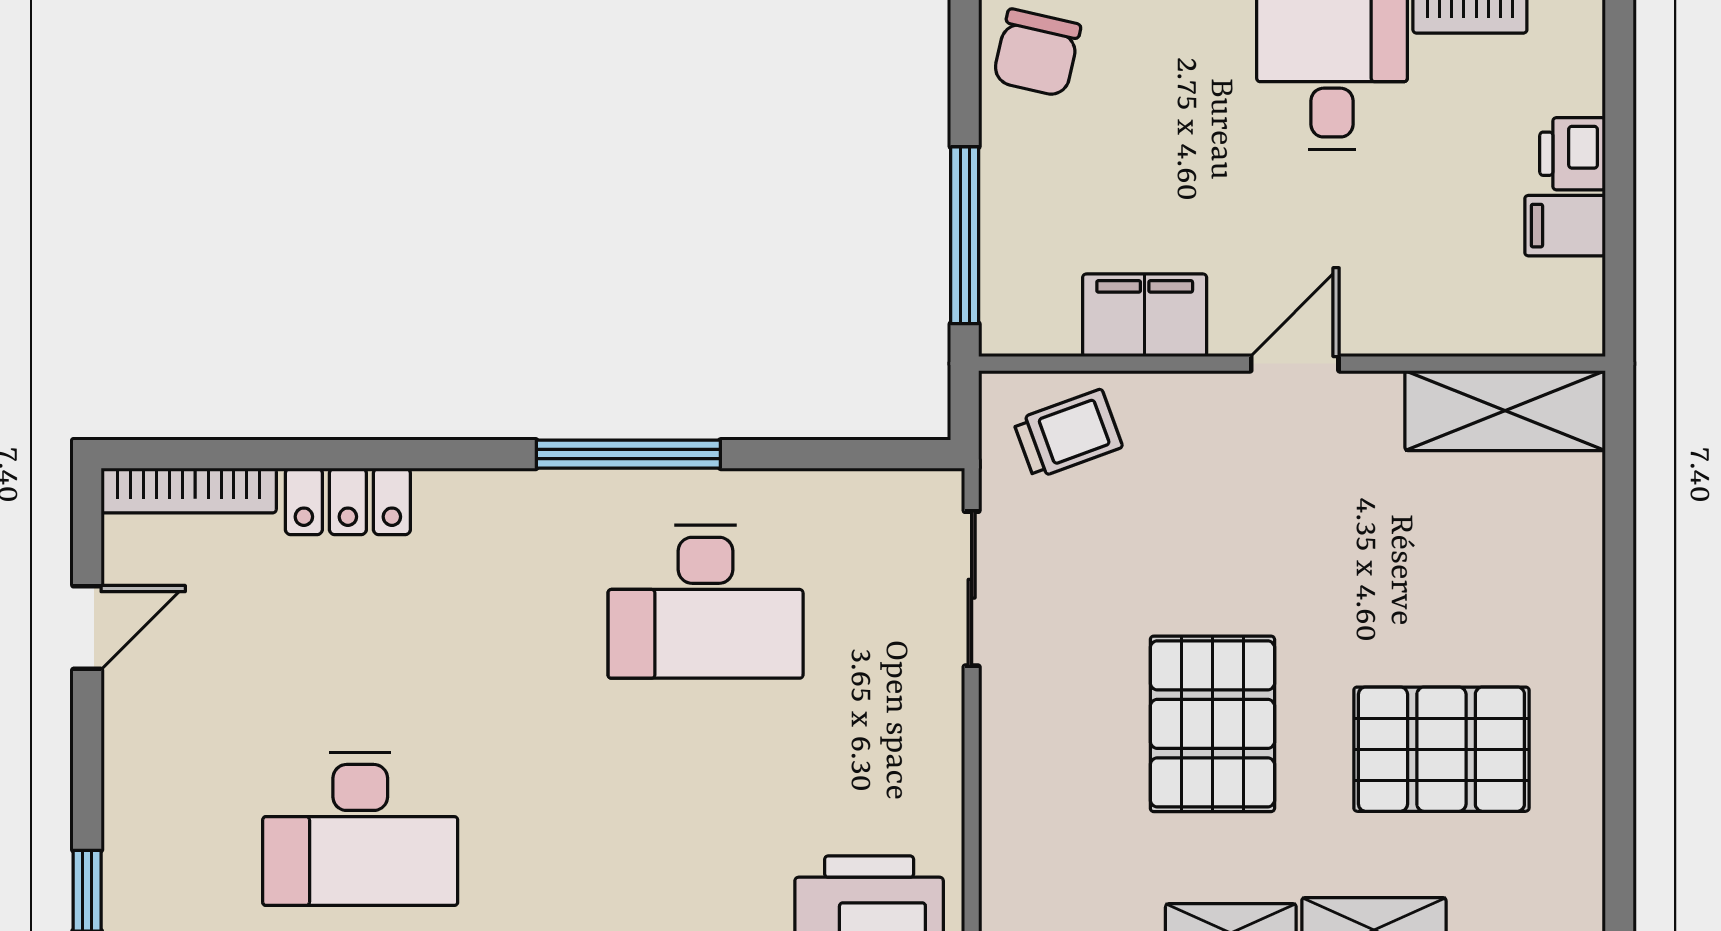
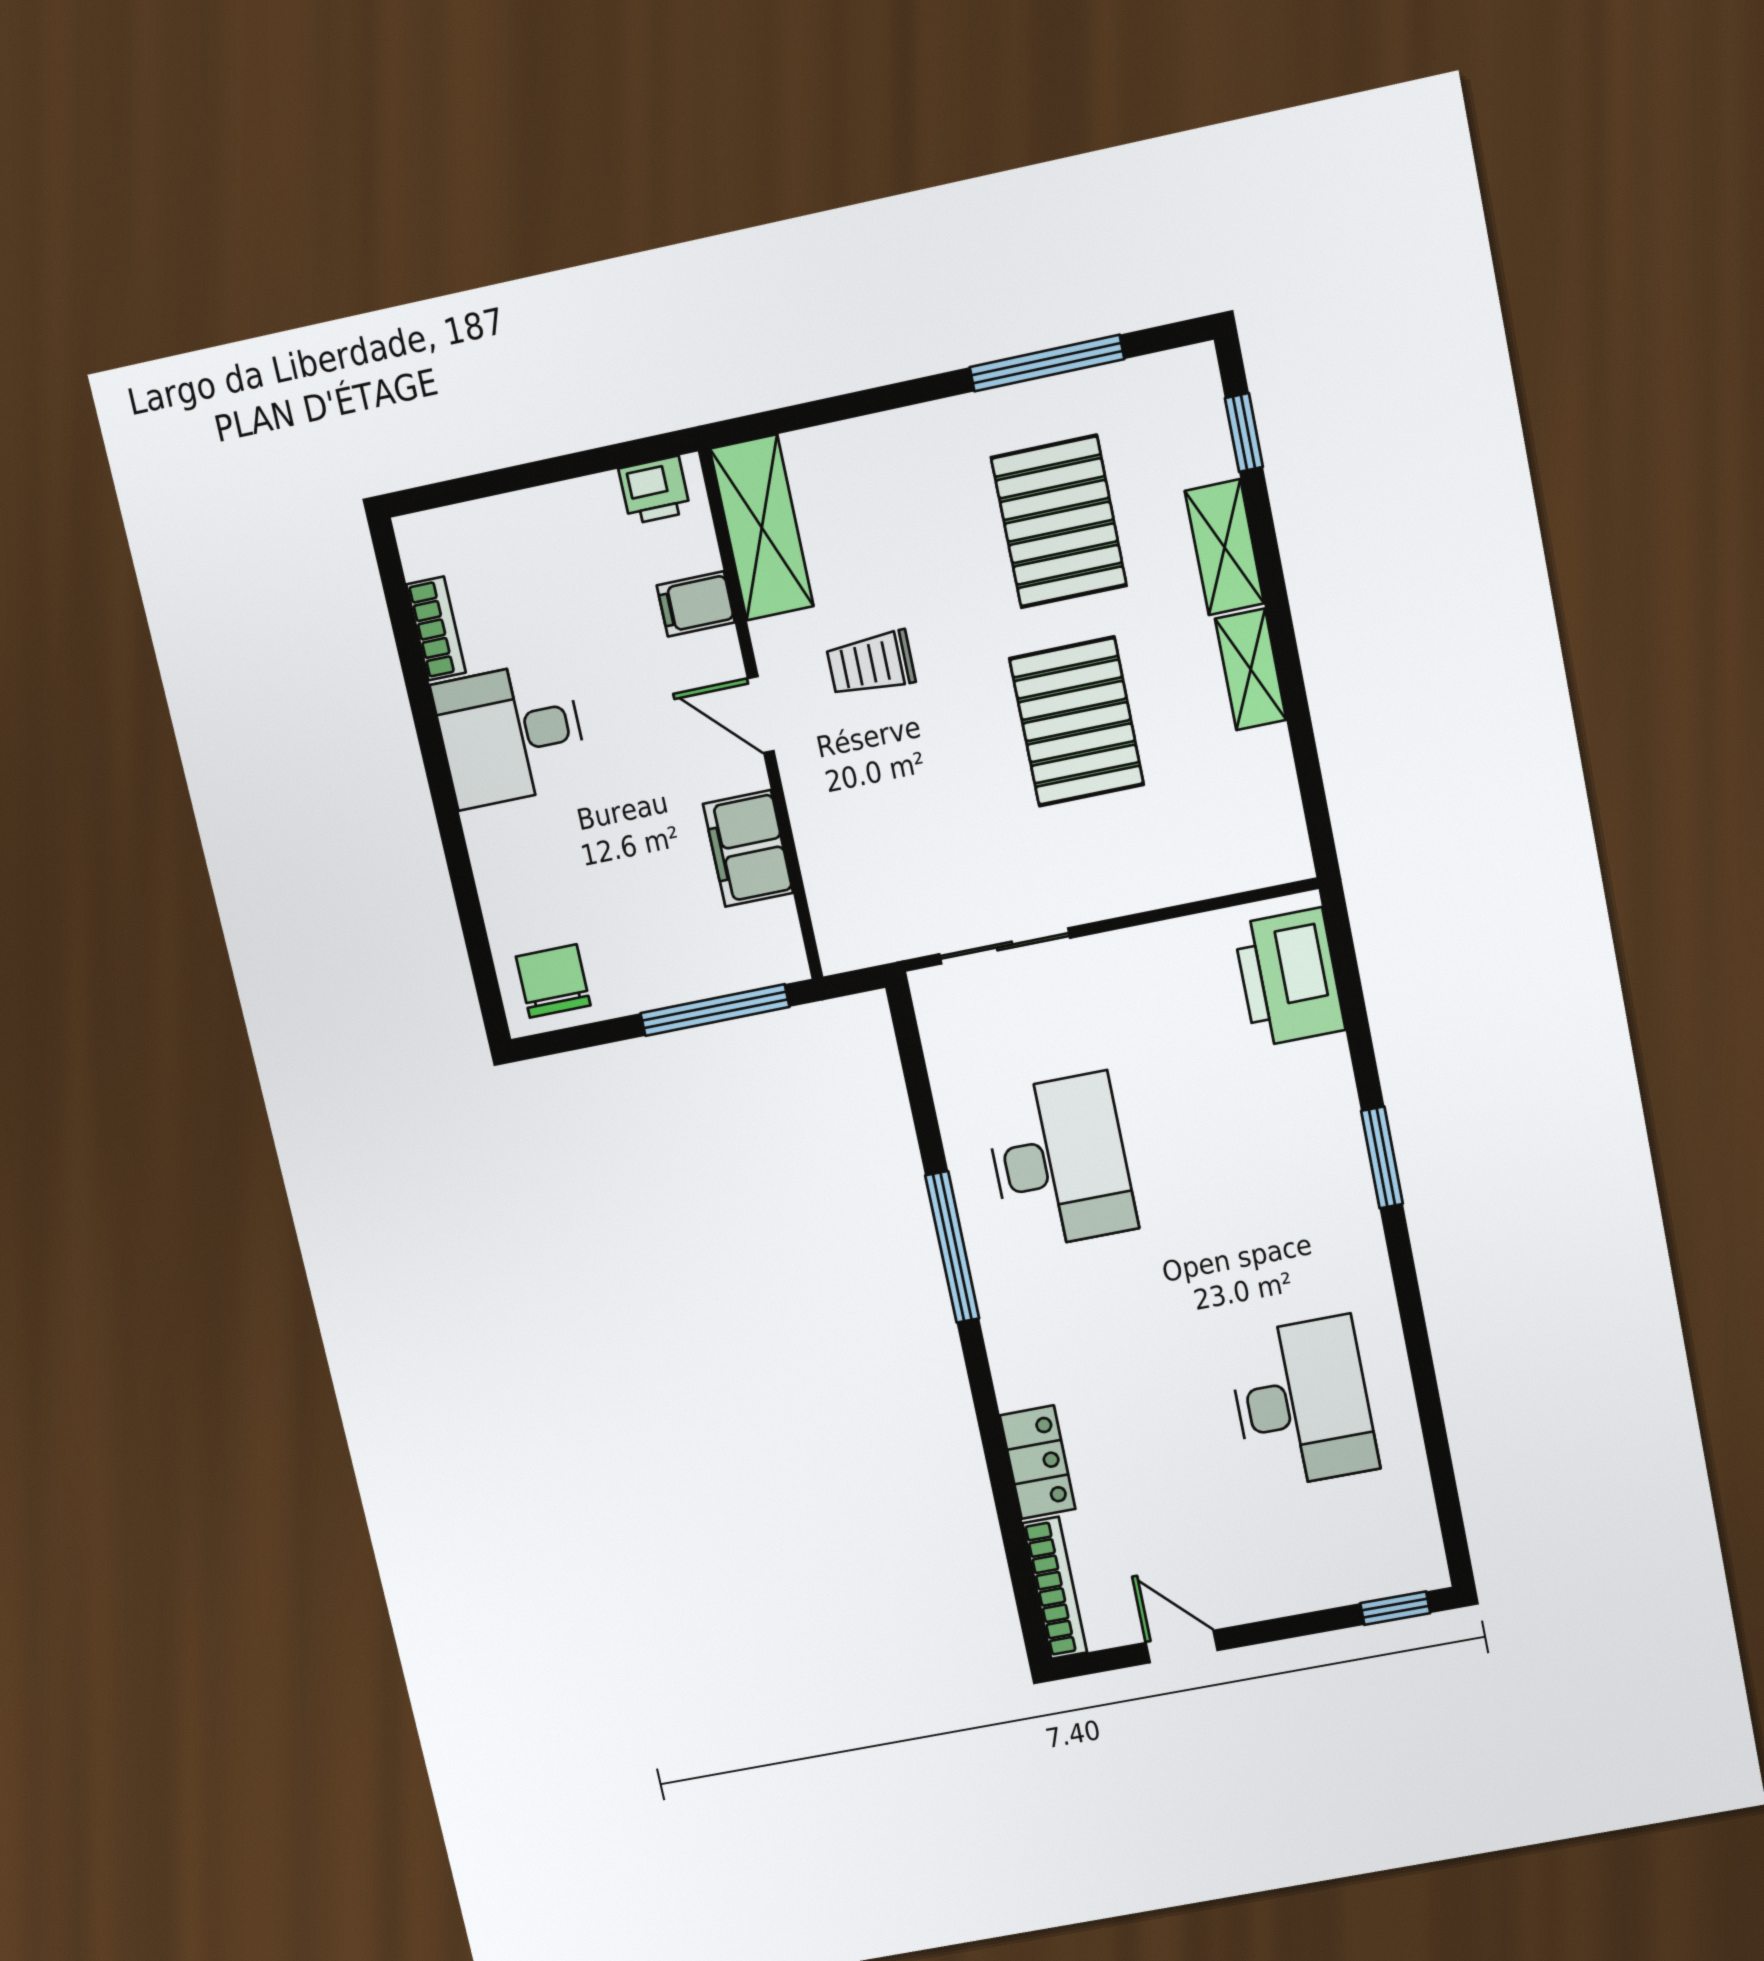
chair: (1037, 53) -> (553, 981), turned -103
printer: (1573, 154) -> (655, 490), moved
filing cabinet: (1565, 226) -> (696, 604), moved, turned 90
trolley: (1068, 434) -> (871, 664), moved, turned -70
pallet: (1212, 724) -> (1077, 722), turned 90
window: (1619, 771) -> (1047, 363), added

